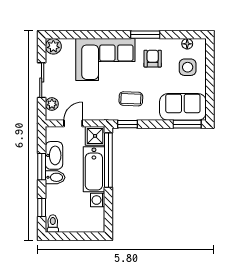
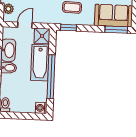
window: (108, 160) -> (51, 77), moved
washing machine: (98, 200) -> (41, 108), moved

